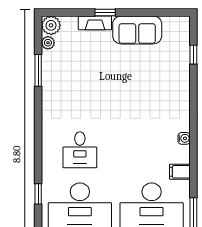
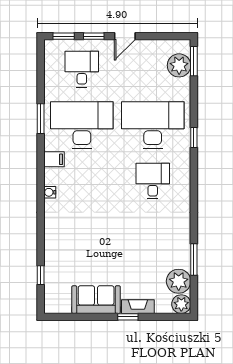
plant: (48, 43) -> (179, 281), width x1.88, depth x1.88

